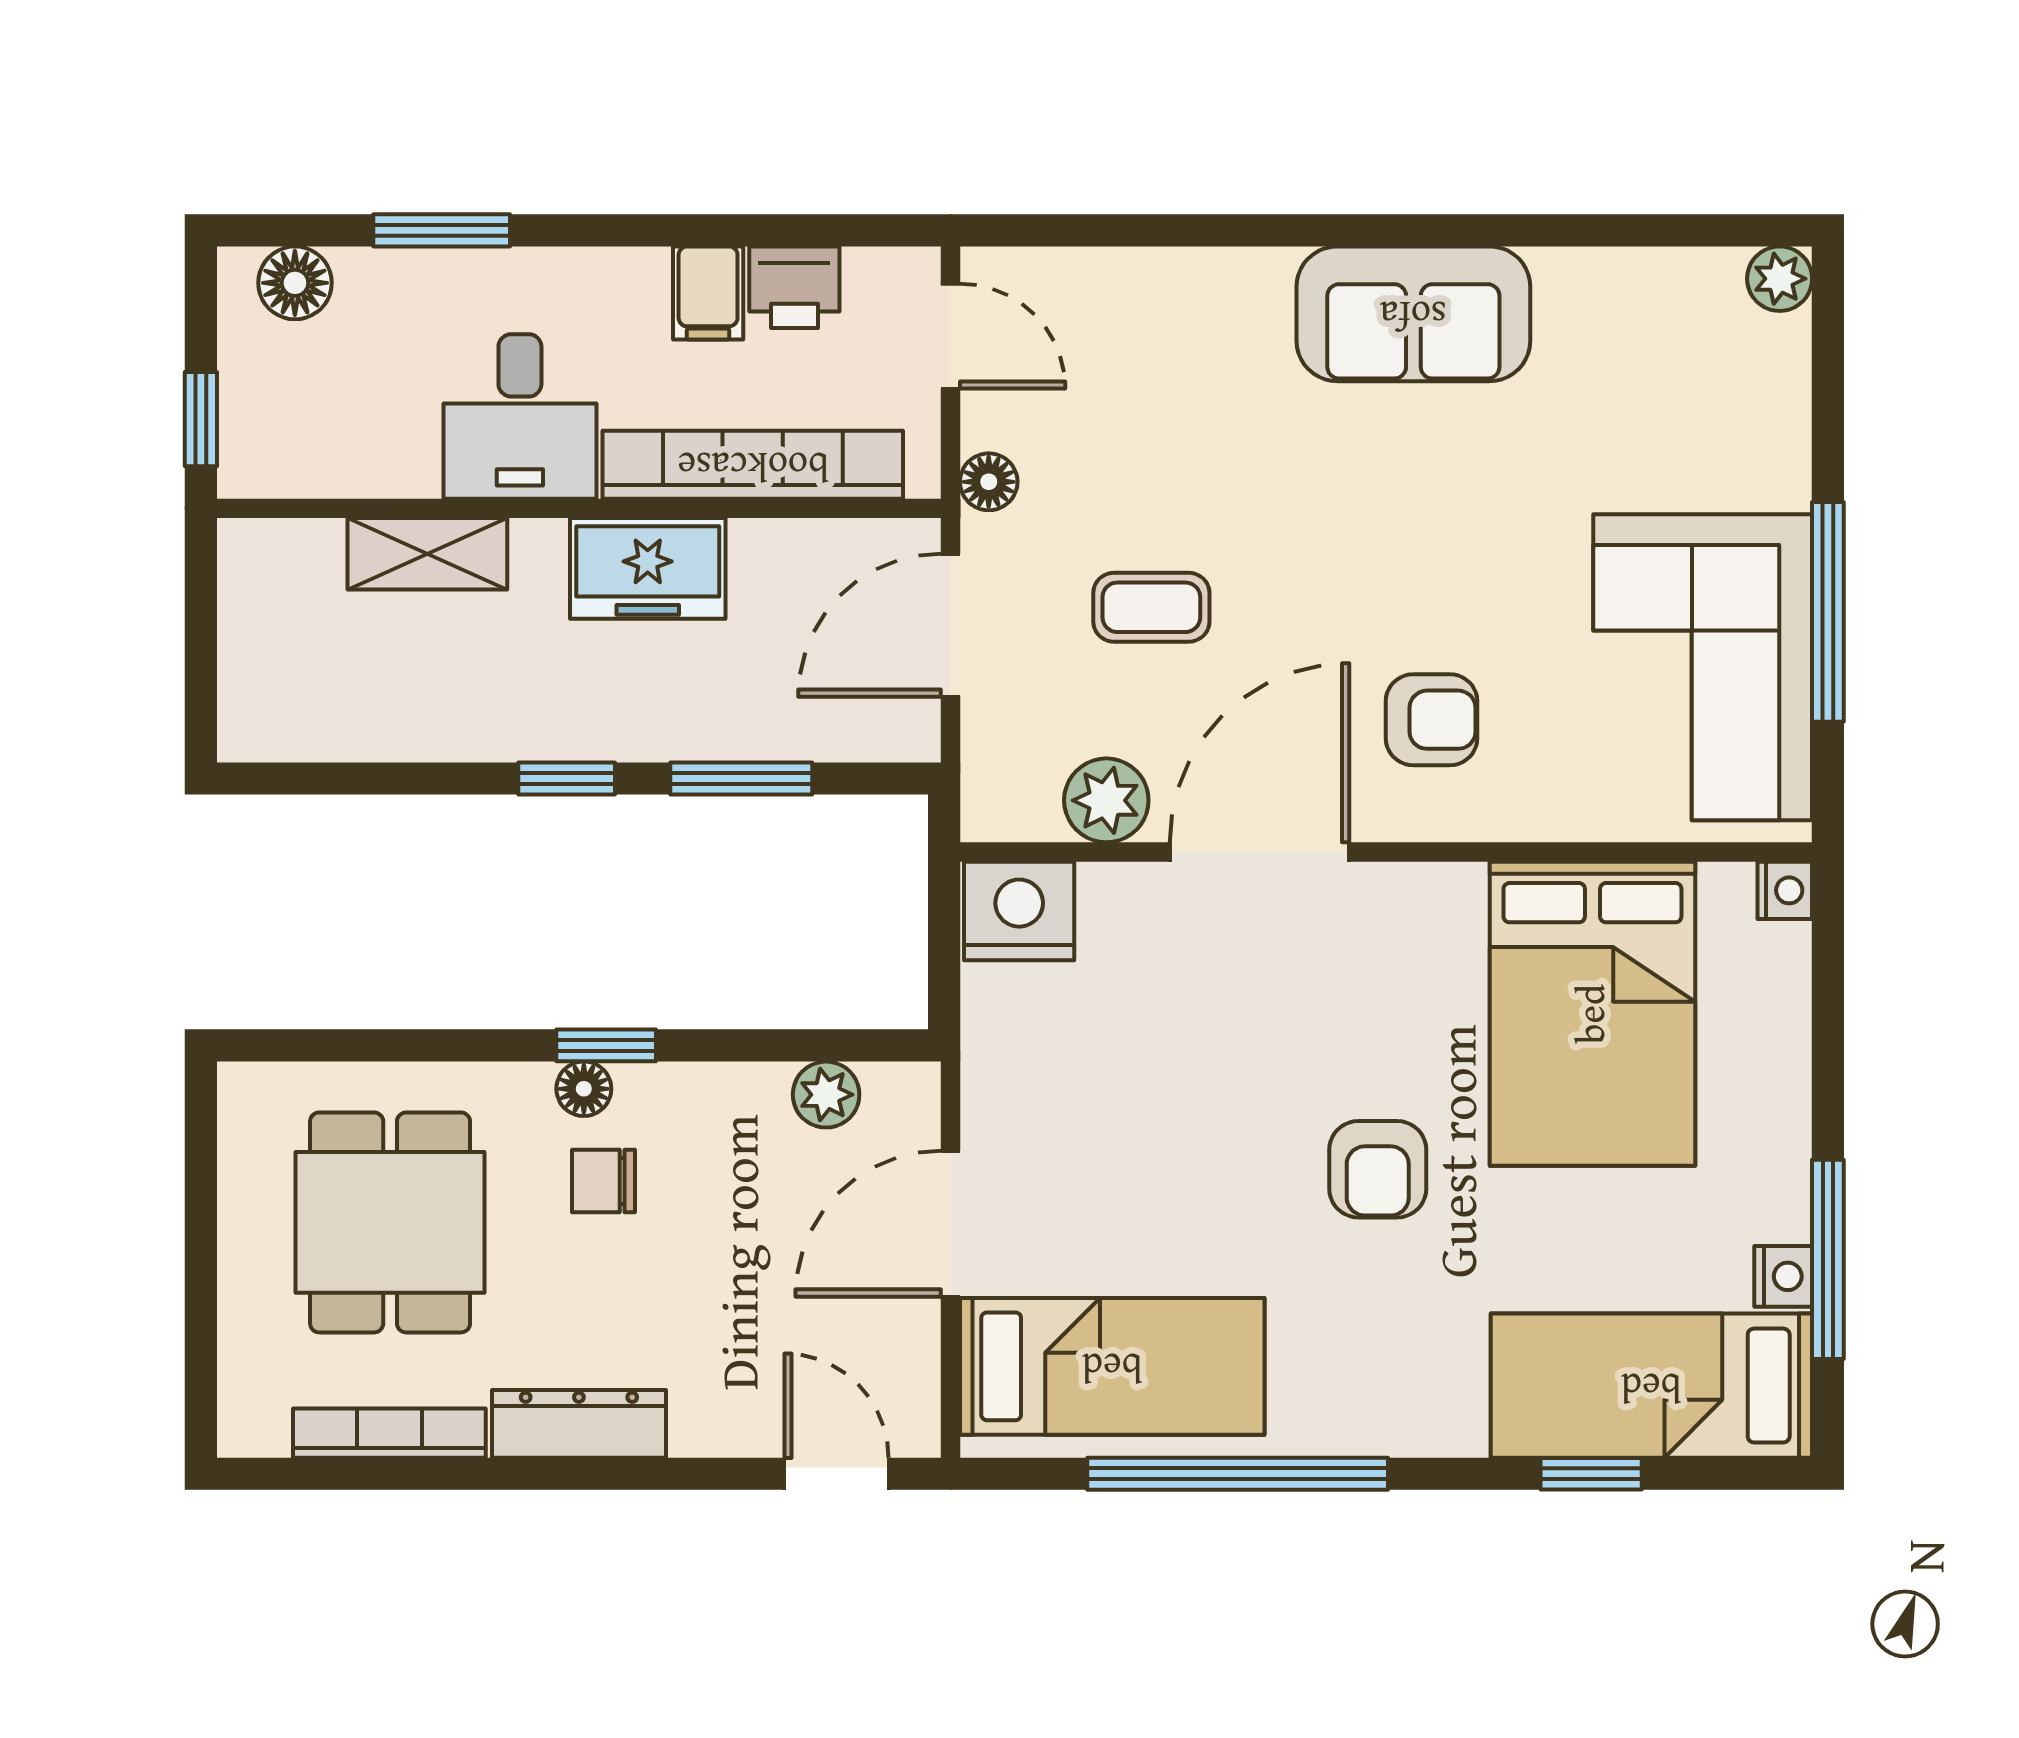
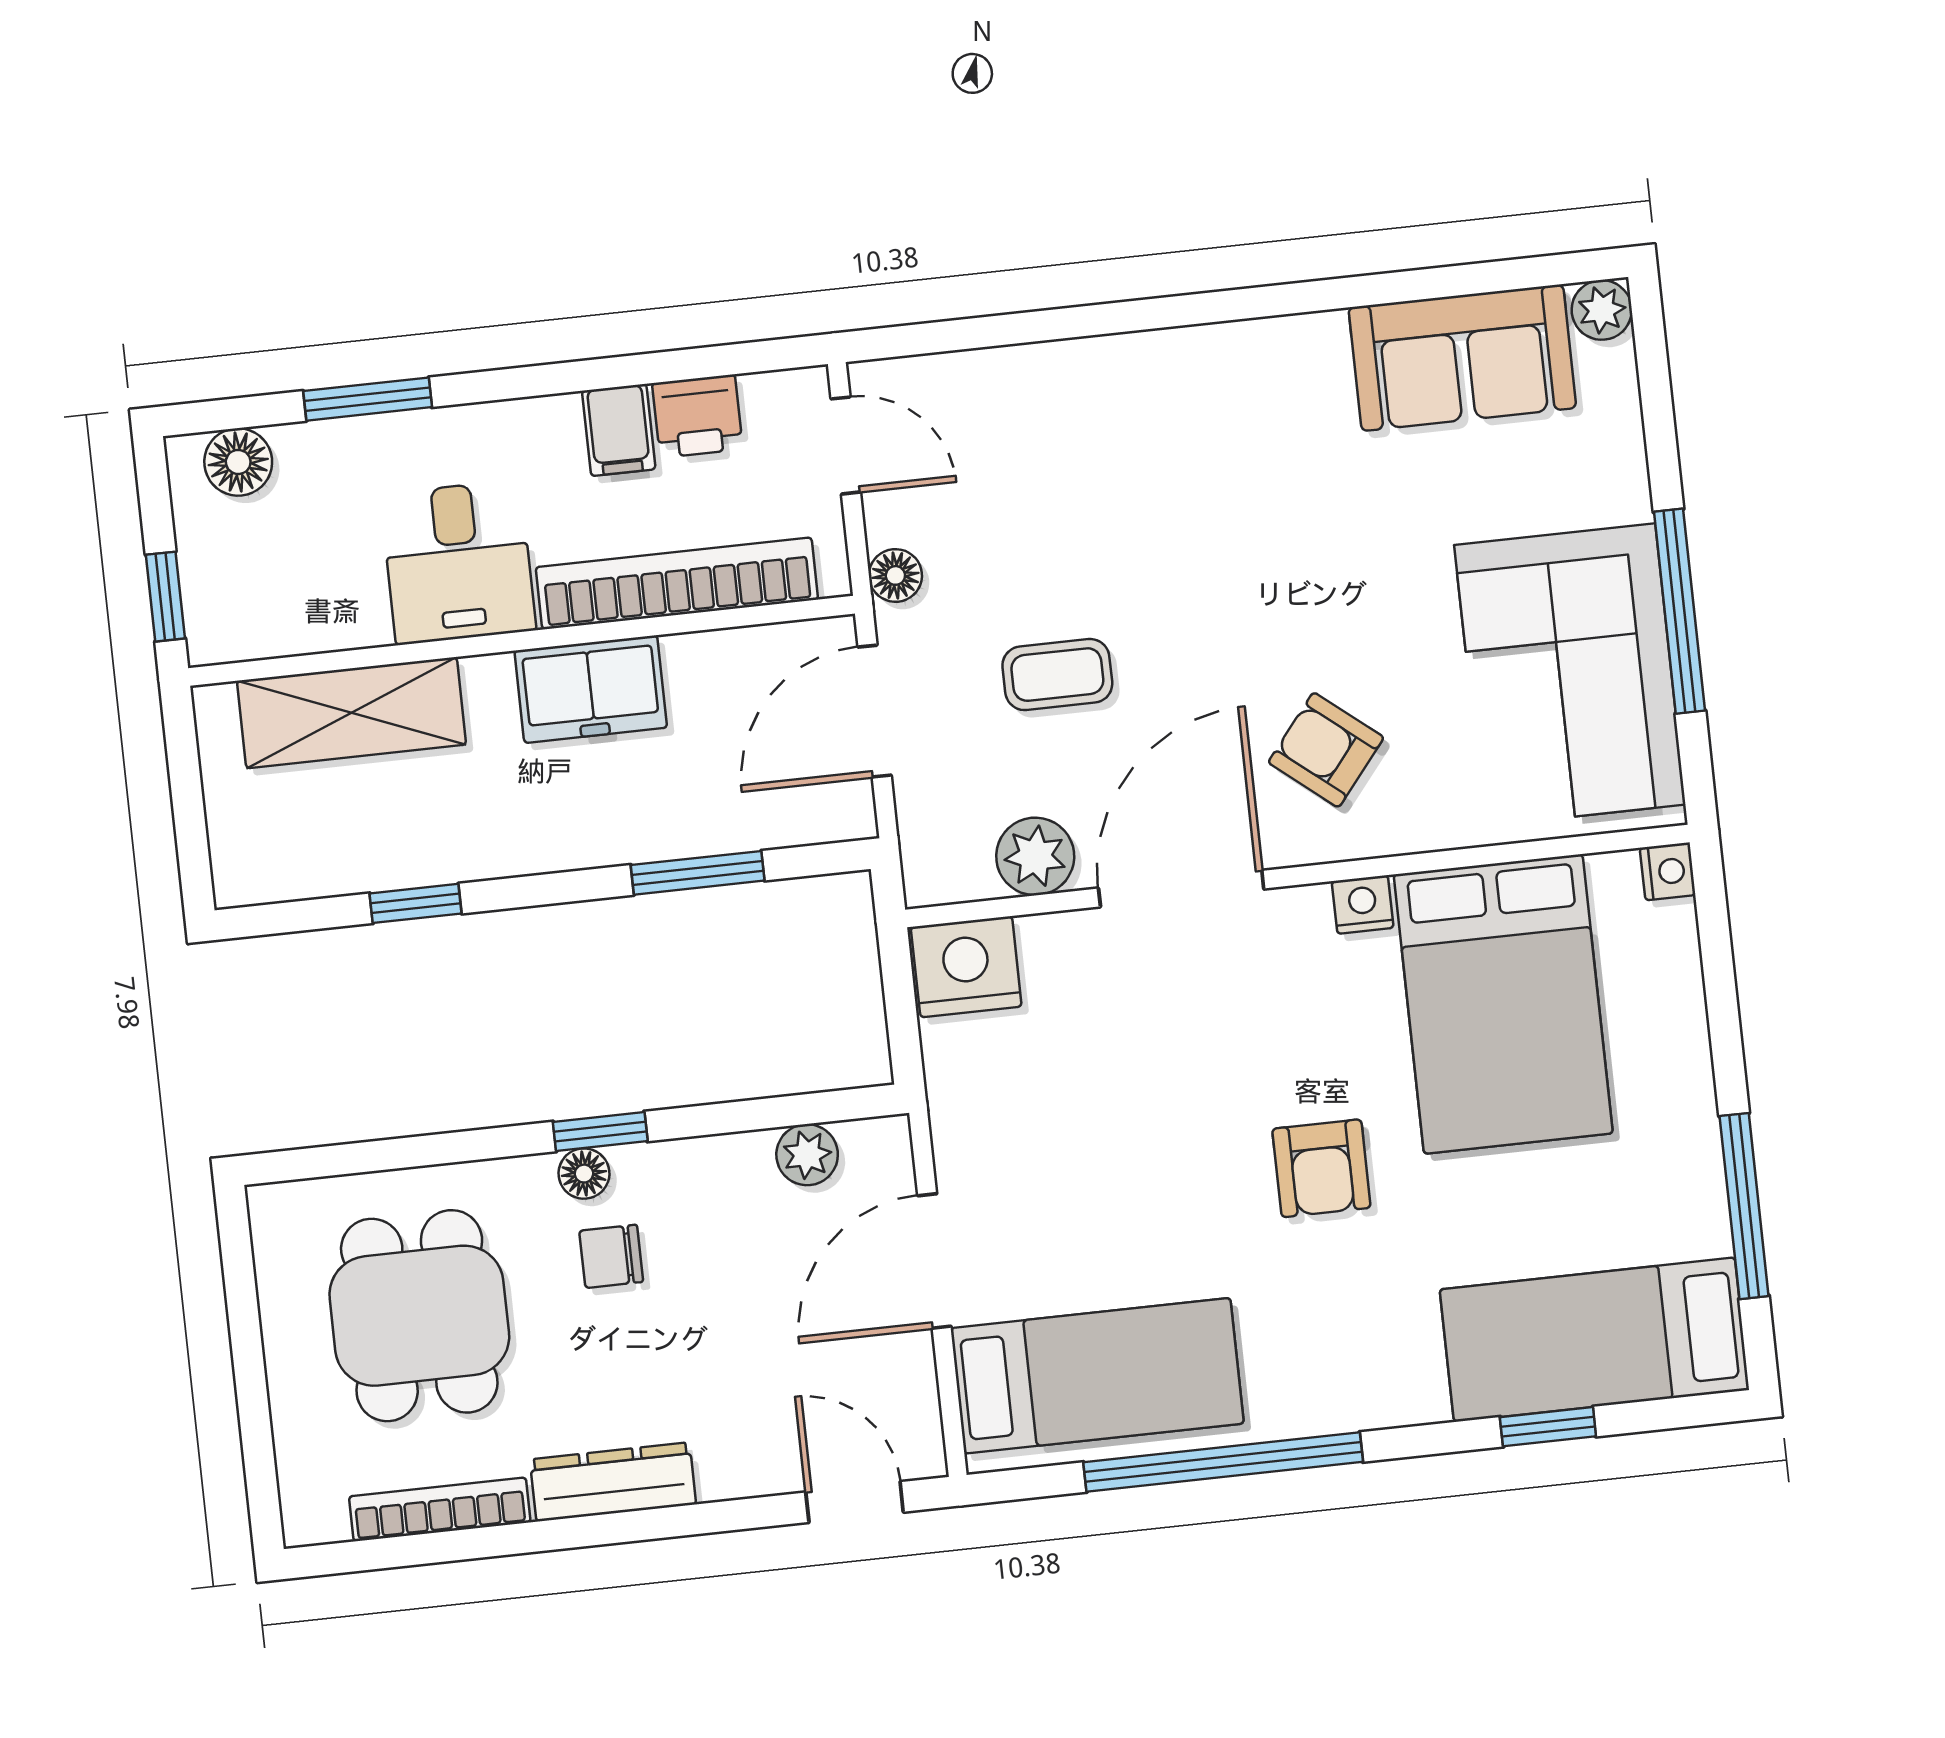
sofa: (1413, 314) -> (1462, 358), moved
shelving: (427, 554) -> (351, 713), width x1.50, depth x1.33
armchair: (1432, 720) -> (1326, 750), turned -141
window: (567, 779) -> (416, 903), moved
nightstand: (1783, 1276) -> (1363, 905), moved, turned -90

